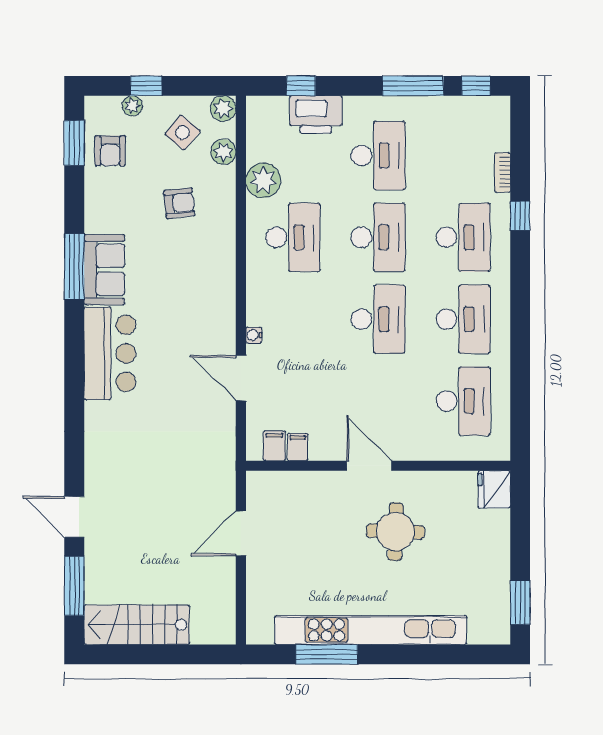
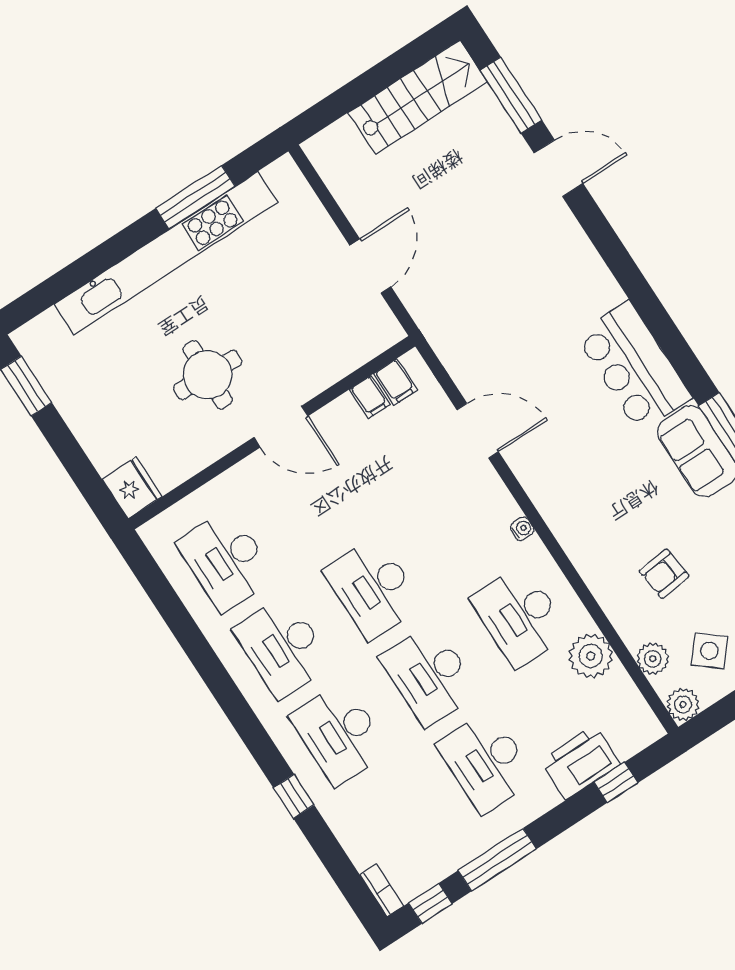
bookcase: (502, 172) -> (382, 890), moved
water cooler: (254, 335) -> (522, 529), moved

